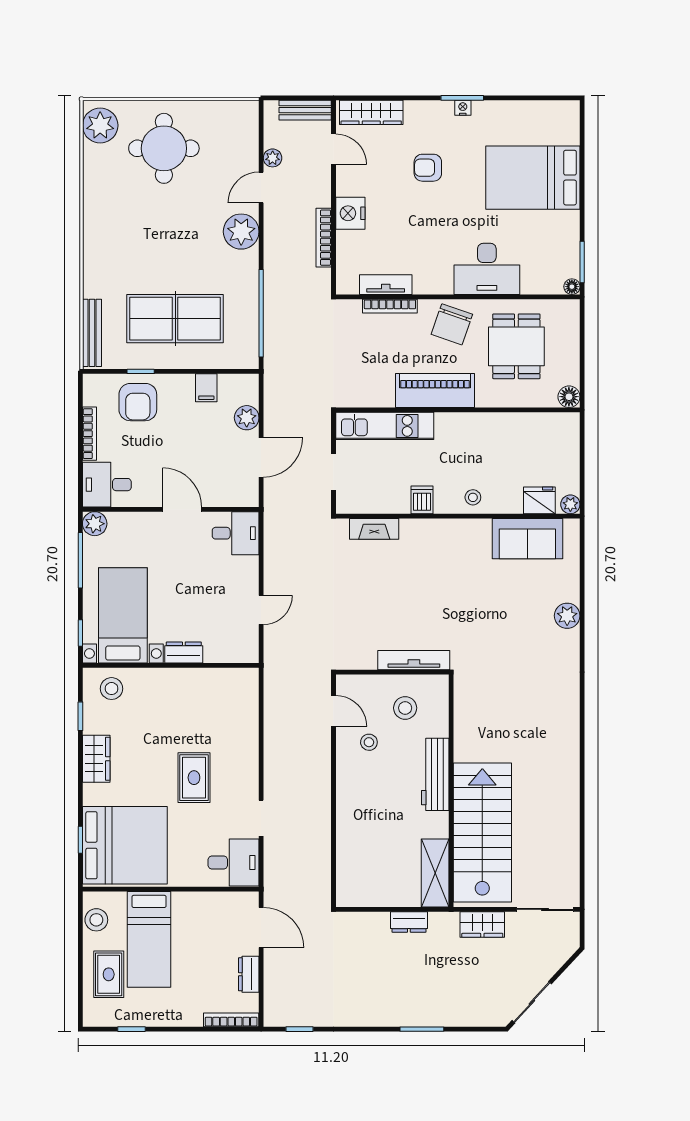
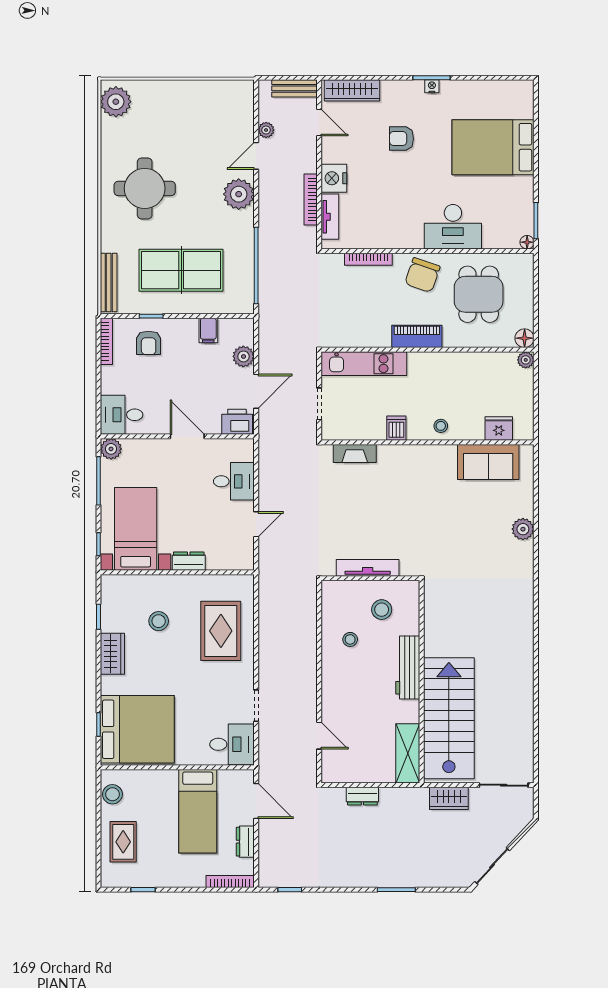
round table: (164, 148) -> (145, 188), moved
tv unit: (386, 285) -> (330, 217), moved, turned 90
piano: (435, 391) -> (417, 336), width x0.73, depth x0.75
armchair: (138, 402) -> (149, 343), width x0.72, depth x0.72
bookcase: (89, 434) -> (106, 341), moved
printer: (239, 493) -> (237, 422), added
plant: (570, 504) -> (526, 360), moved
desk: (236, 533) -> (234, 481), moved
tv unit: (414, 660) -> (368, 568), moved
stool: (112, 689) -> (159, 621), moved
door: (333, 711) -> (319, 736), moved
rug: (194, 778) -> (221, 631), moved, width x1.36, depth x1.43
dresser: (409, 922) -> (362, 796), moved
bed: (149, 939) -> (198, 811), moved

